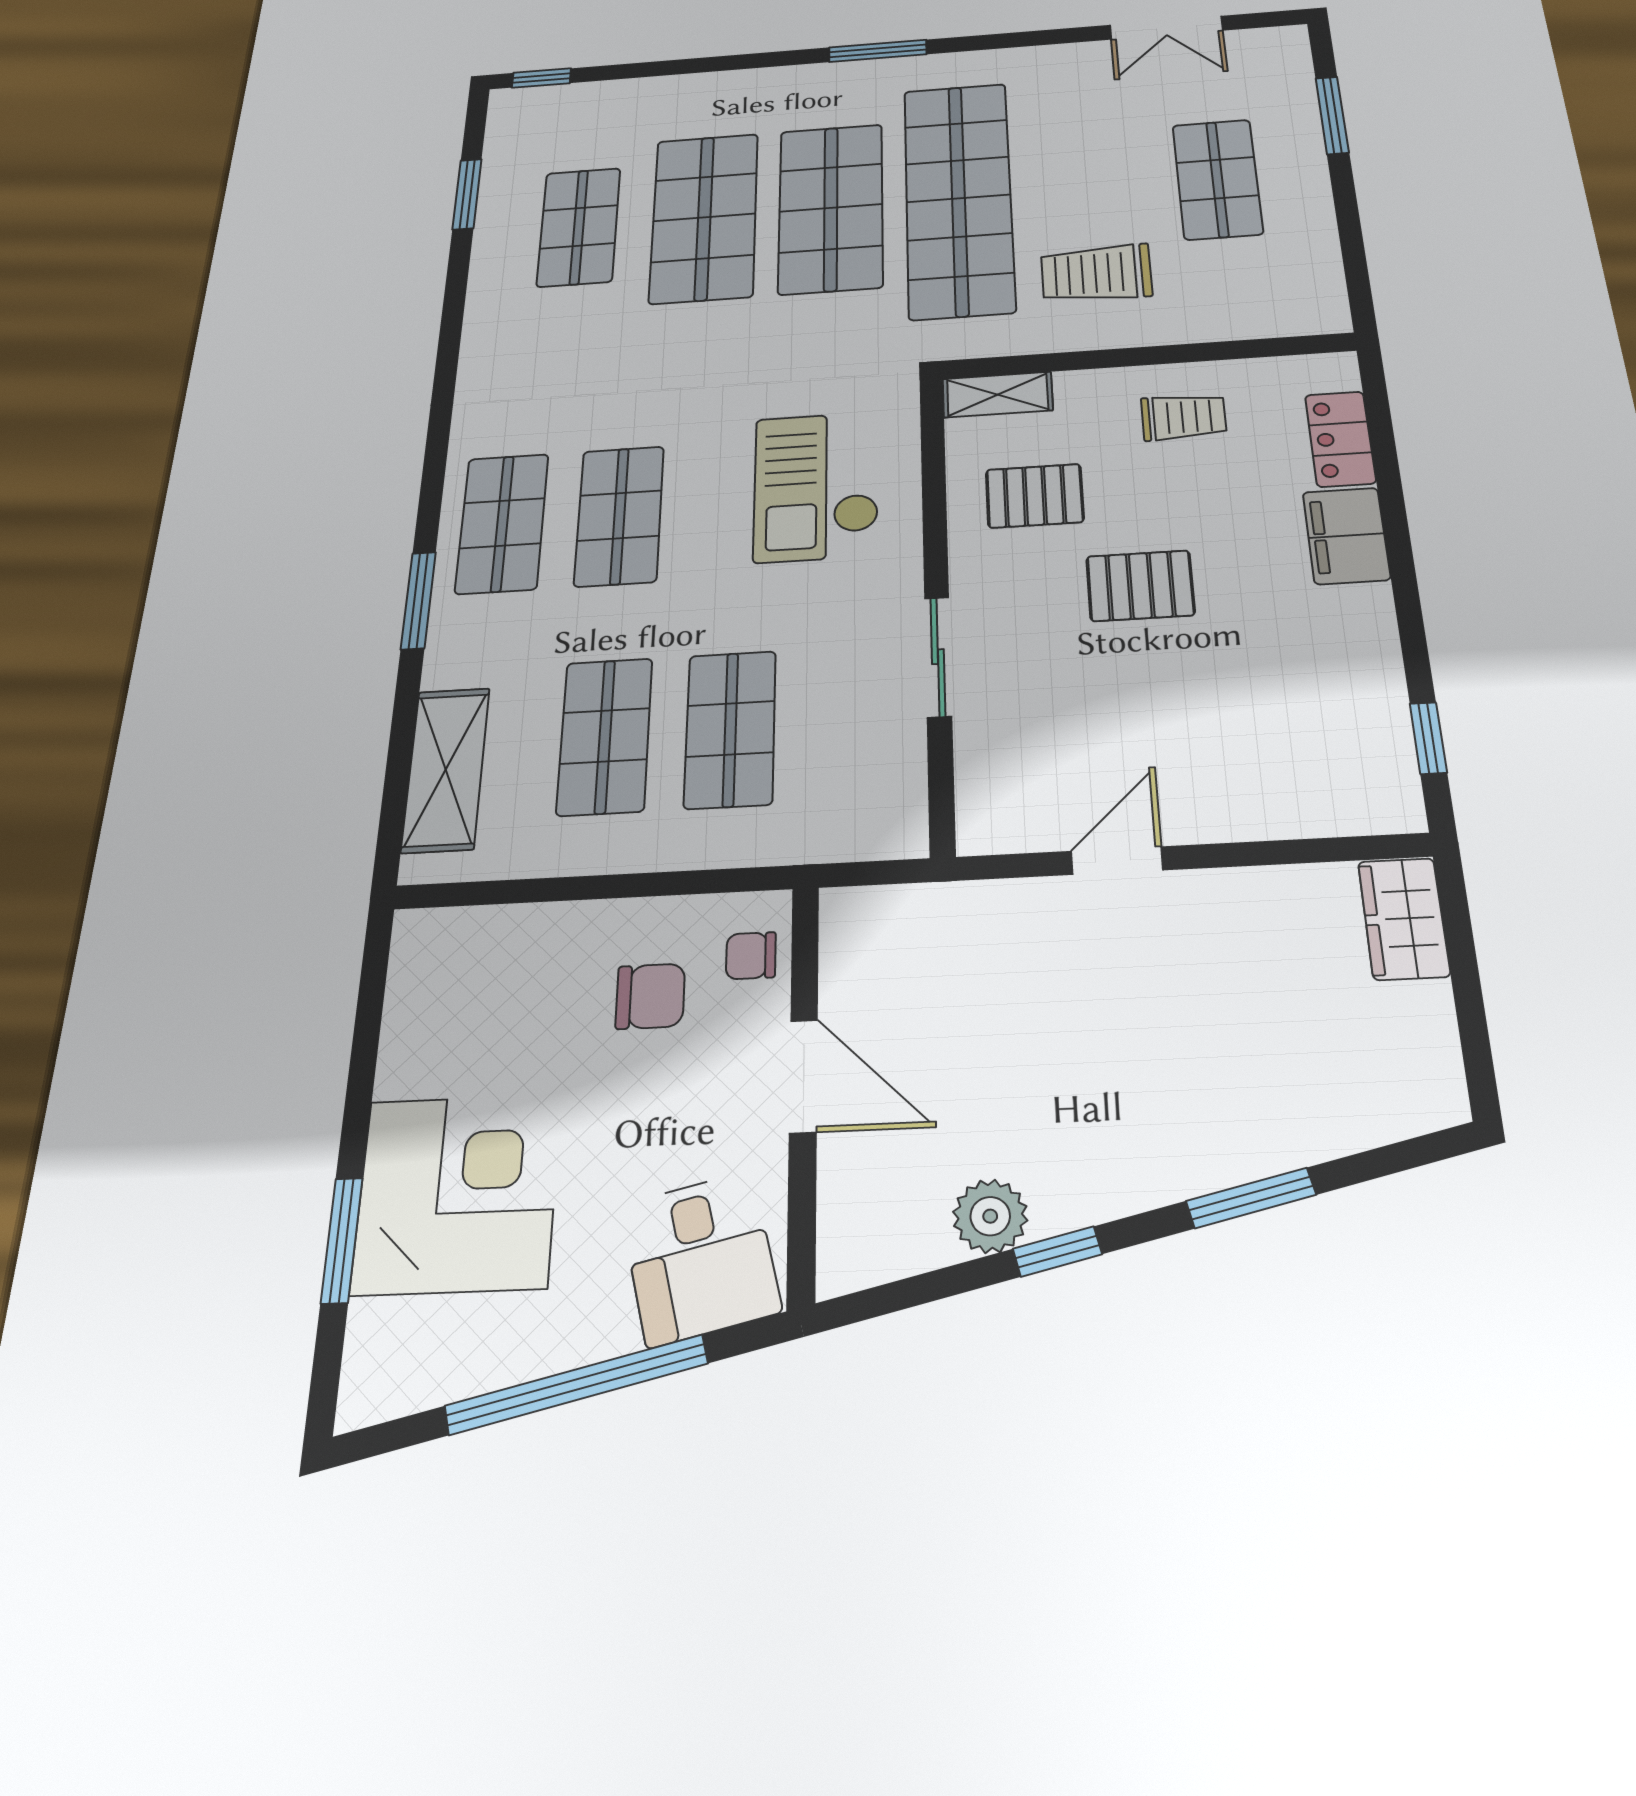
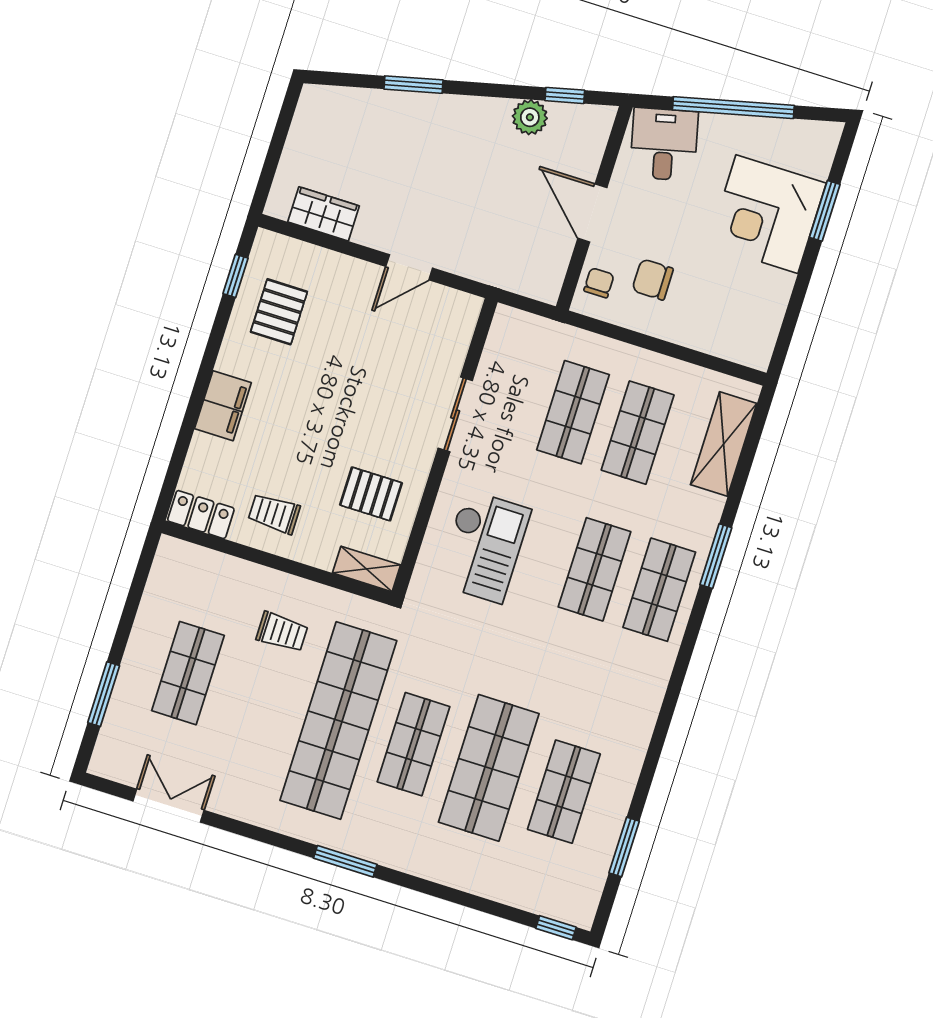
shop shelf: (831, 208) -> (414, 744), width x0.70, depth x0.74
trolley: (1096, 273) -> (282, 632), width x0.73, depth x0.72
locker: (1340, 439) -> (201, 515), moved, turned -90
pallet: (1140, 586) -> (279, 312), moved, turned 90
wardrobe: (1404, 919) -> (324, 214), moved, turned -90
chair: (751, 956) -> (599, 283), turned -90
window: (1057, 1252) -> (565, 95), moved

